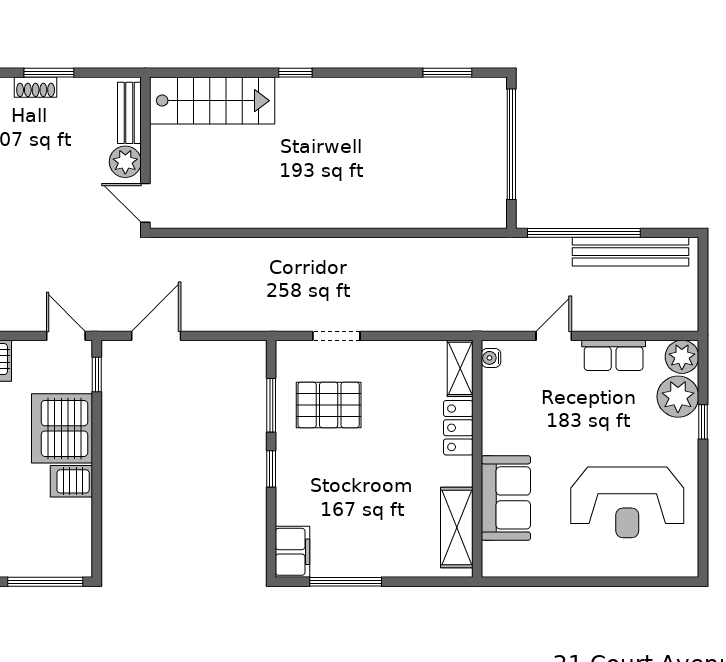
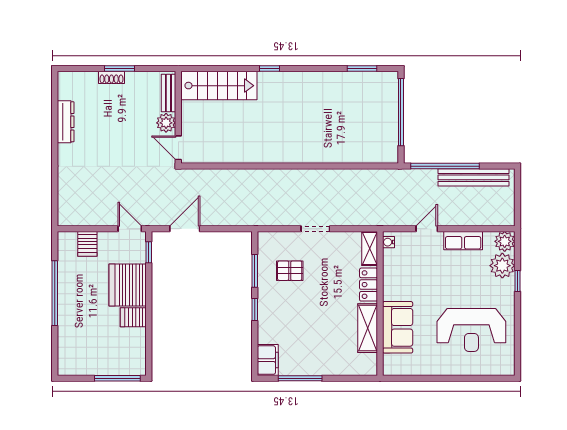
doorway: (336, 336) -> (315, 229), moved
pallet: (329, 405) -> (290, 271), width x0.67, depth x0.71
shelving: (457, 528) -> (368, 328), moved

